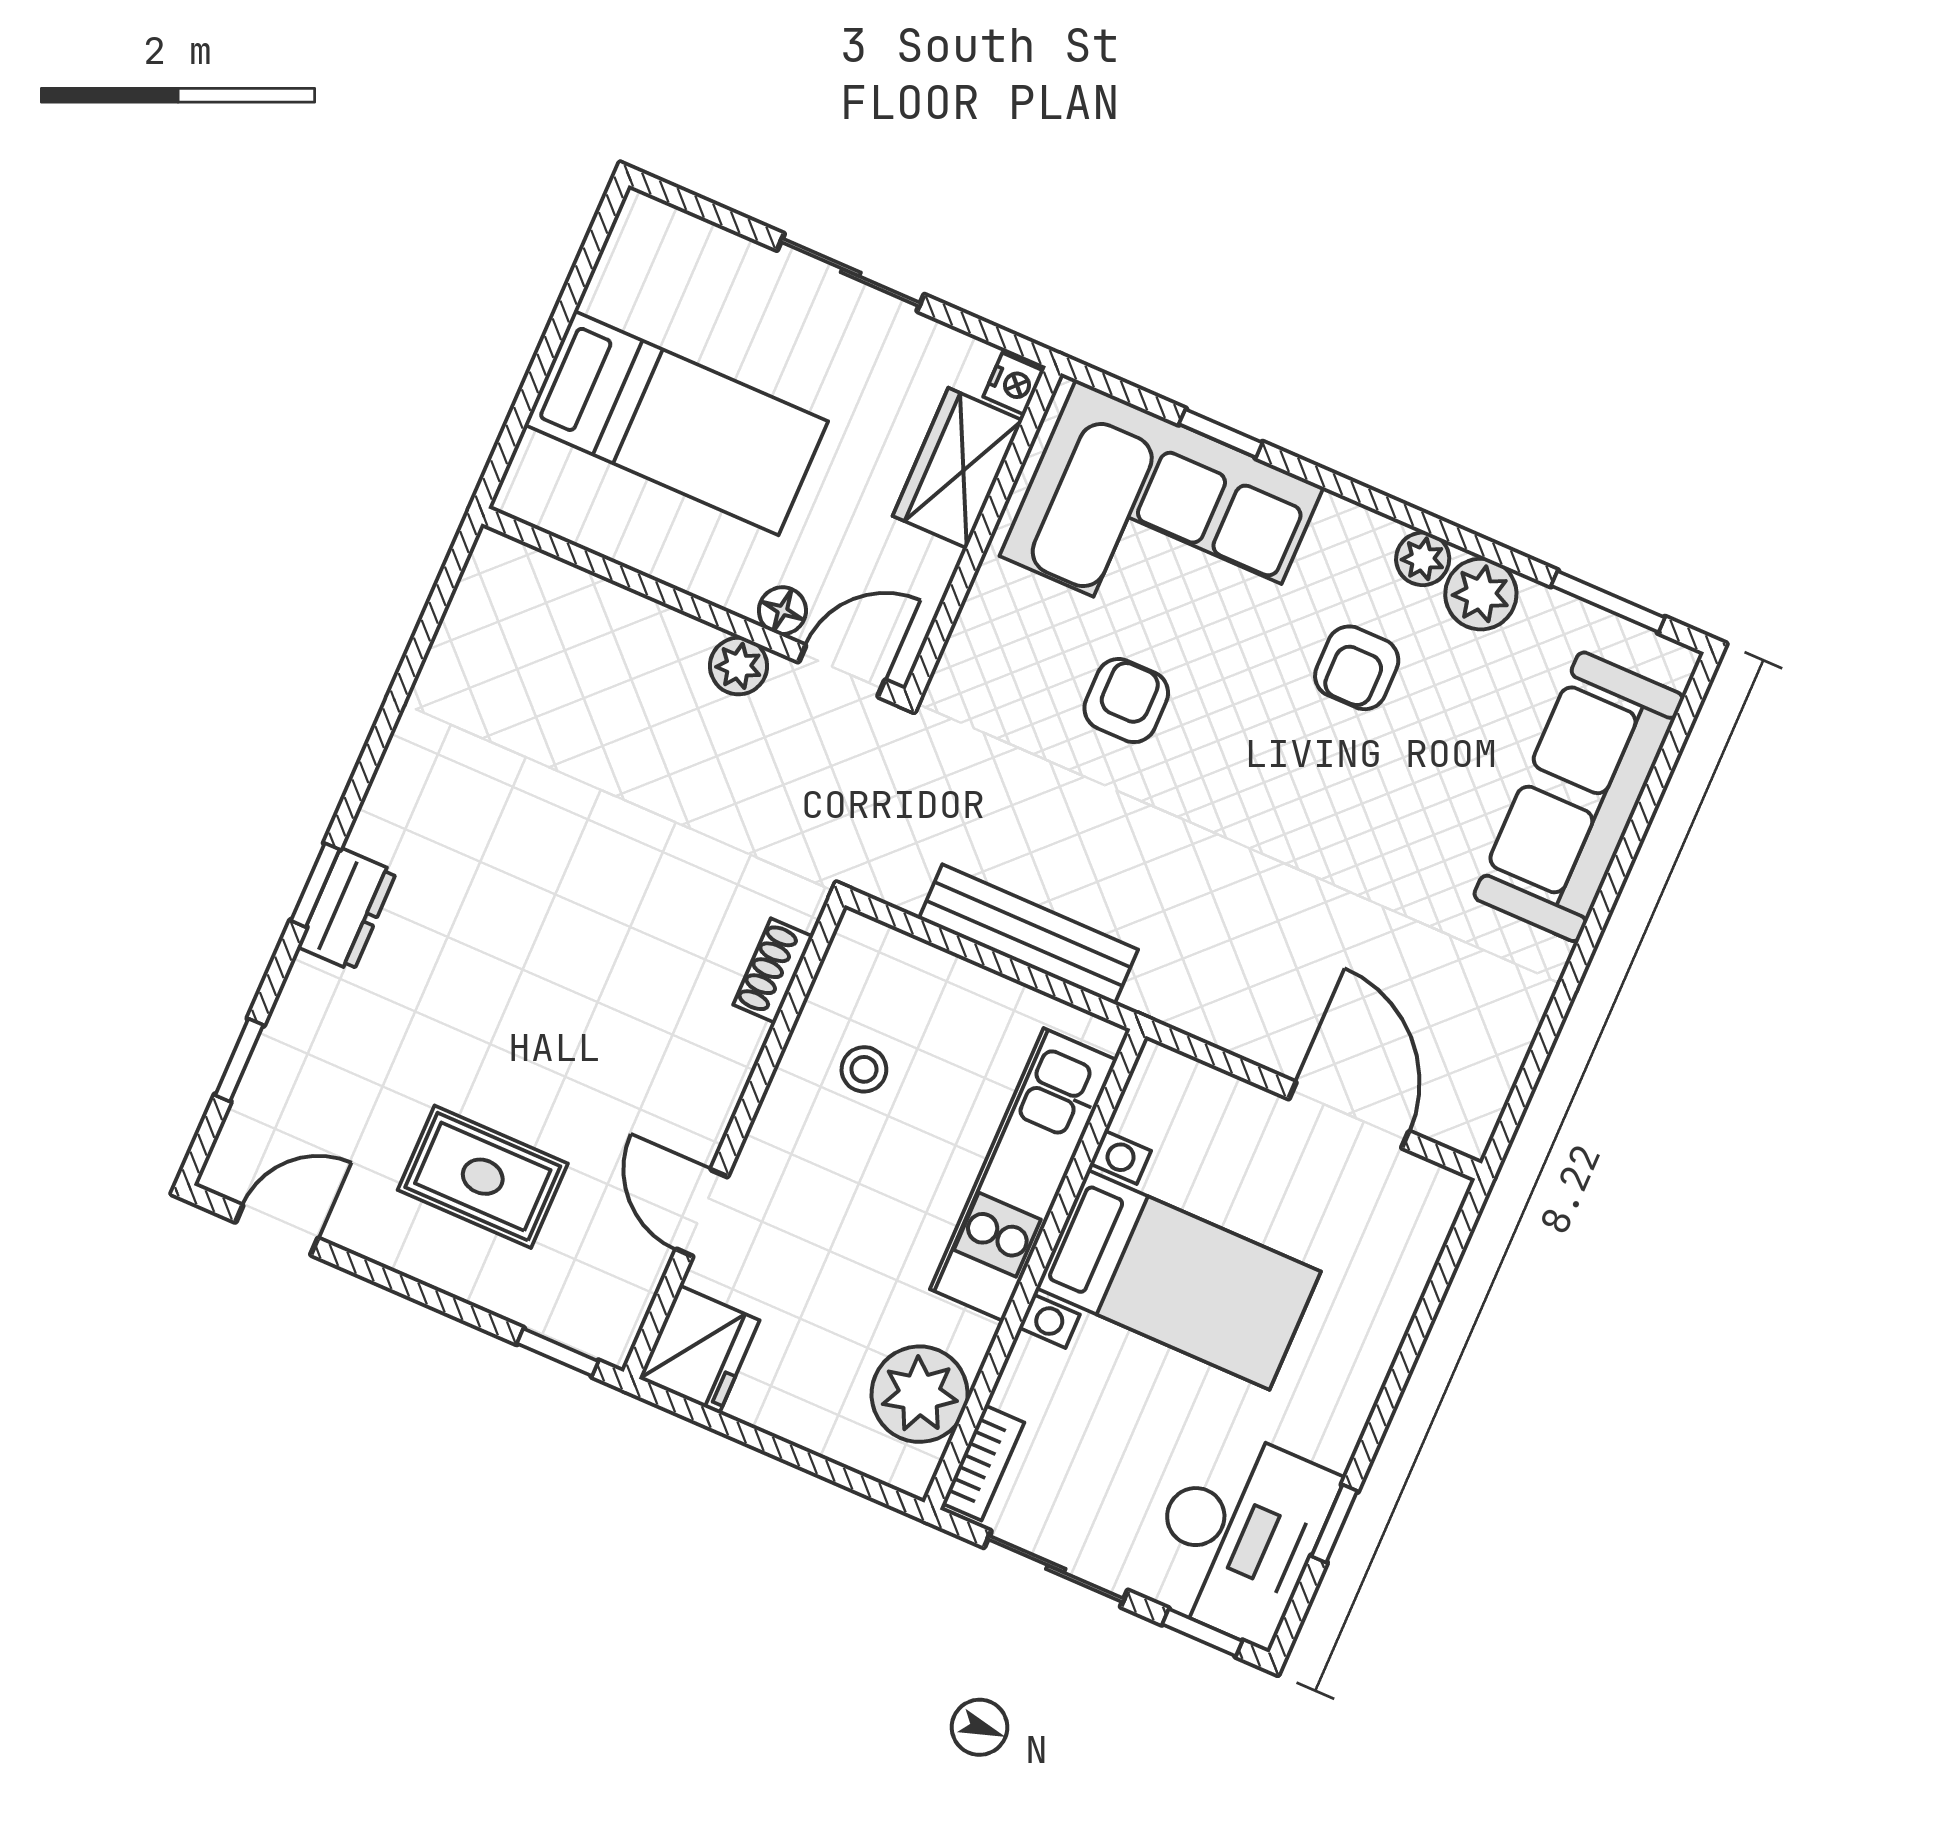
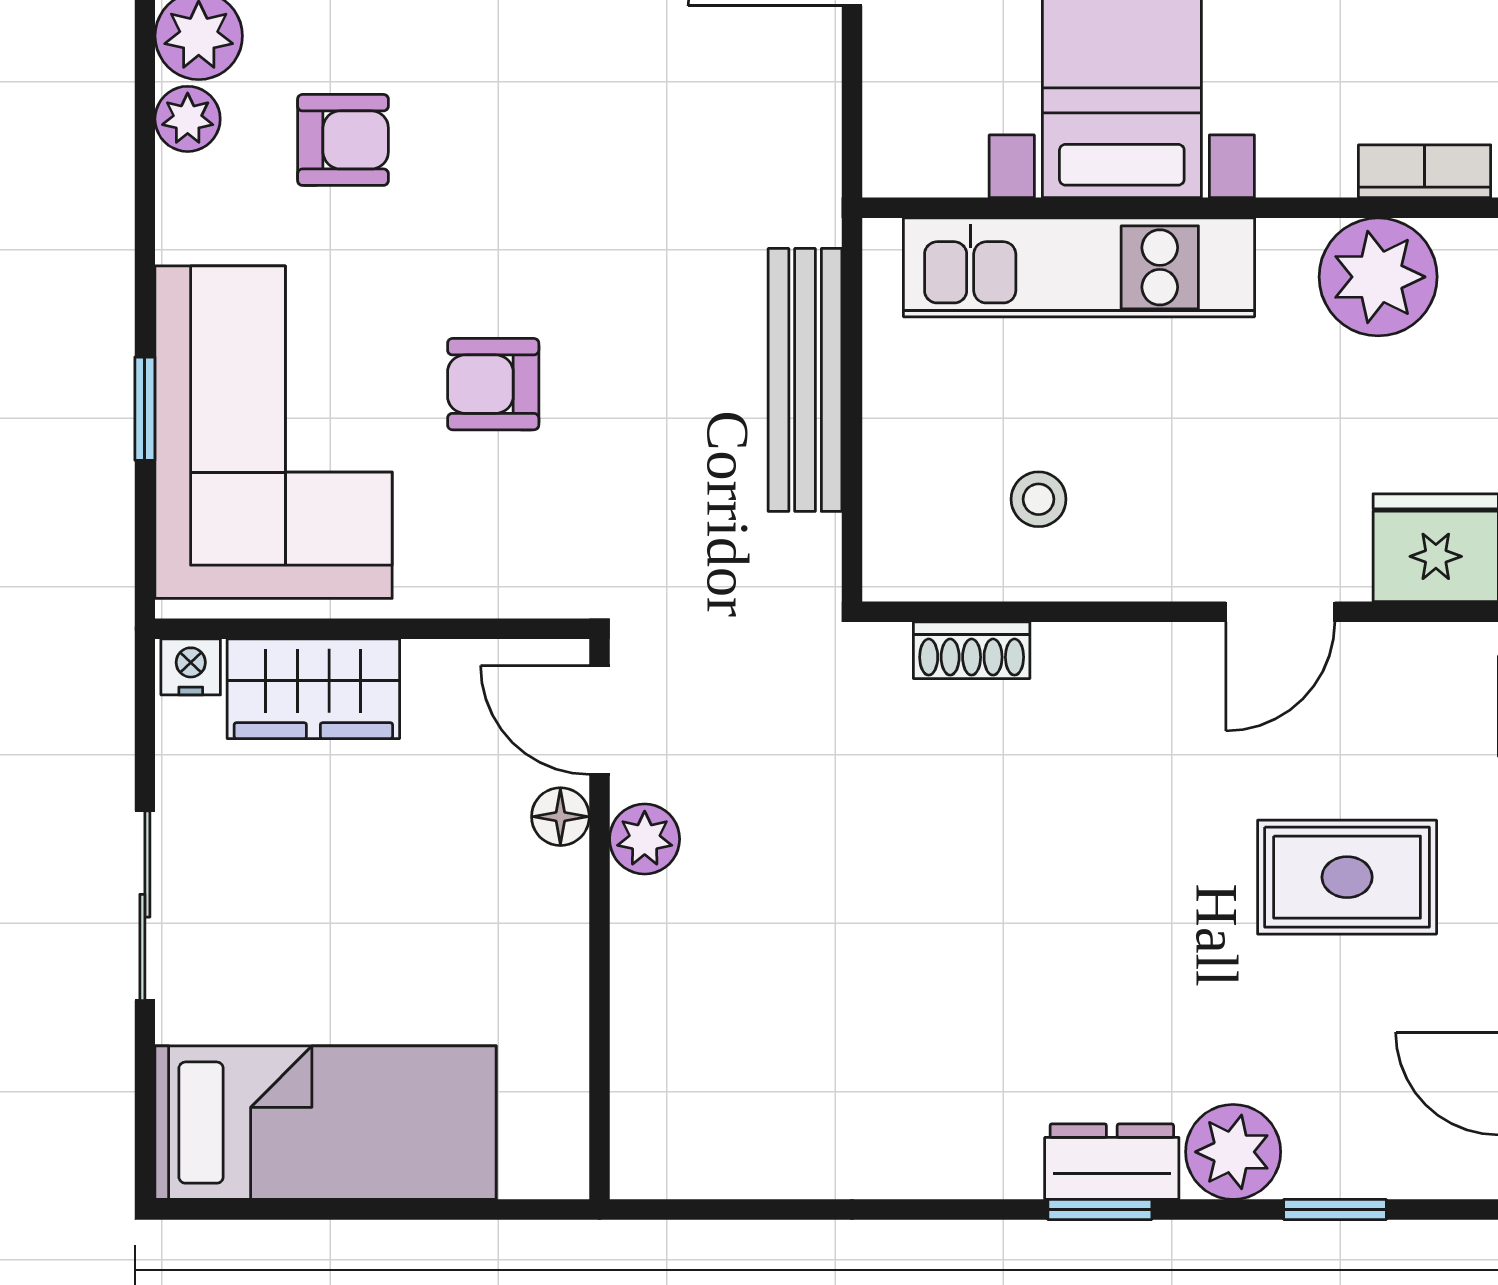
bed: (676, 423) -> (326, 1123), moved, turned 90
plant: (315, 1003) -> (1233, 1152), added
rug: (483, 1177) -> (1347, 877), turned 90

